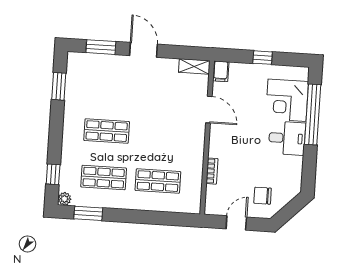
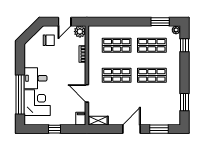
door: (143, 50) -> (131, 129), swing flipped
shop shelf: (161, 135) -> (117, 75), added
plant: (214, 206) -> (80, 32), added

